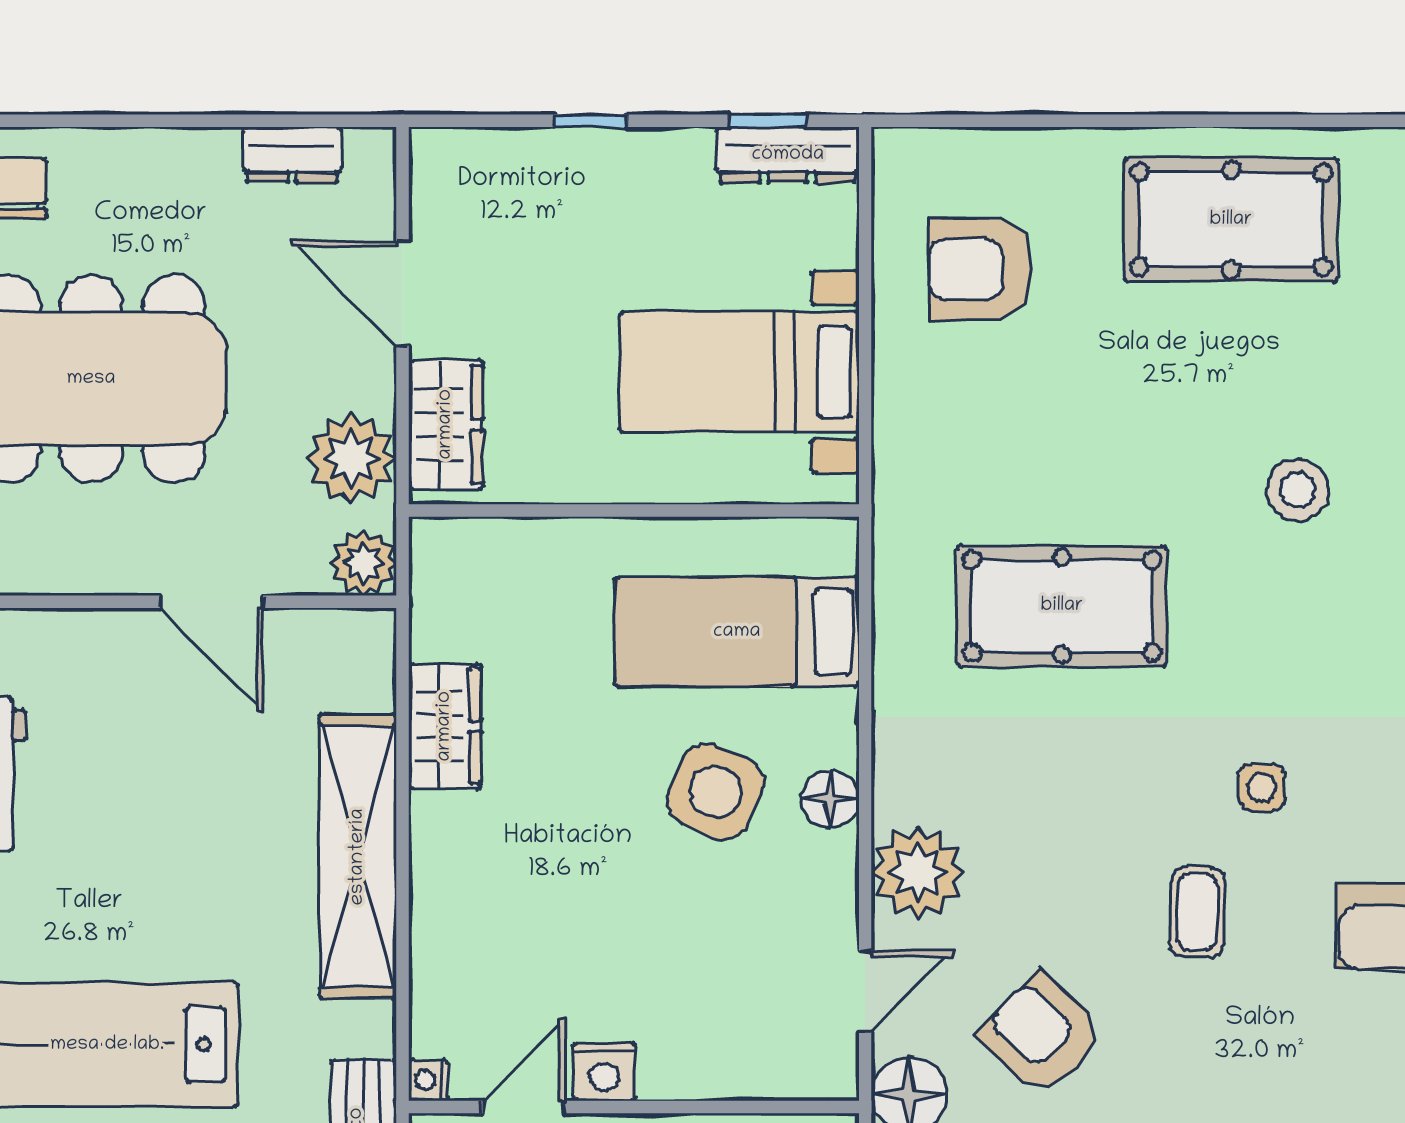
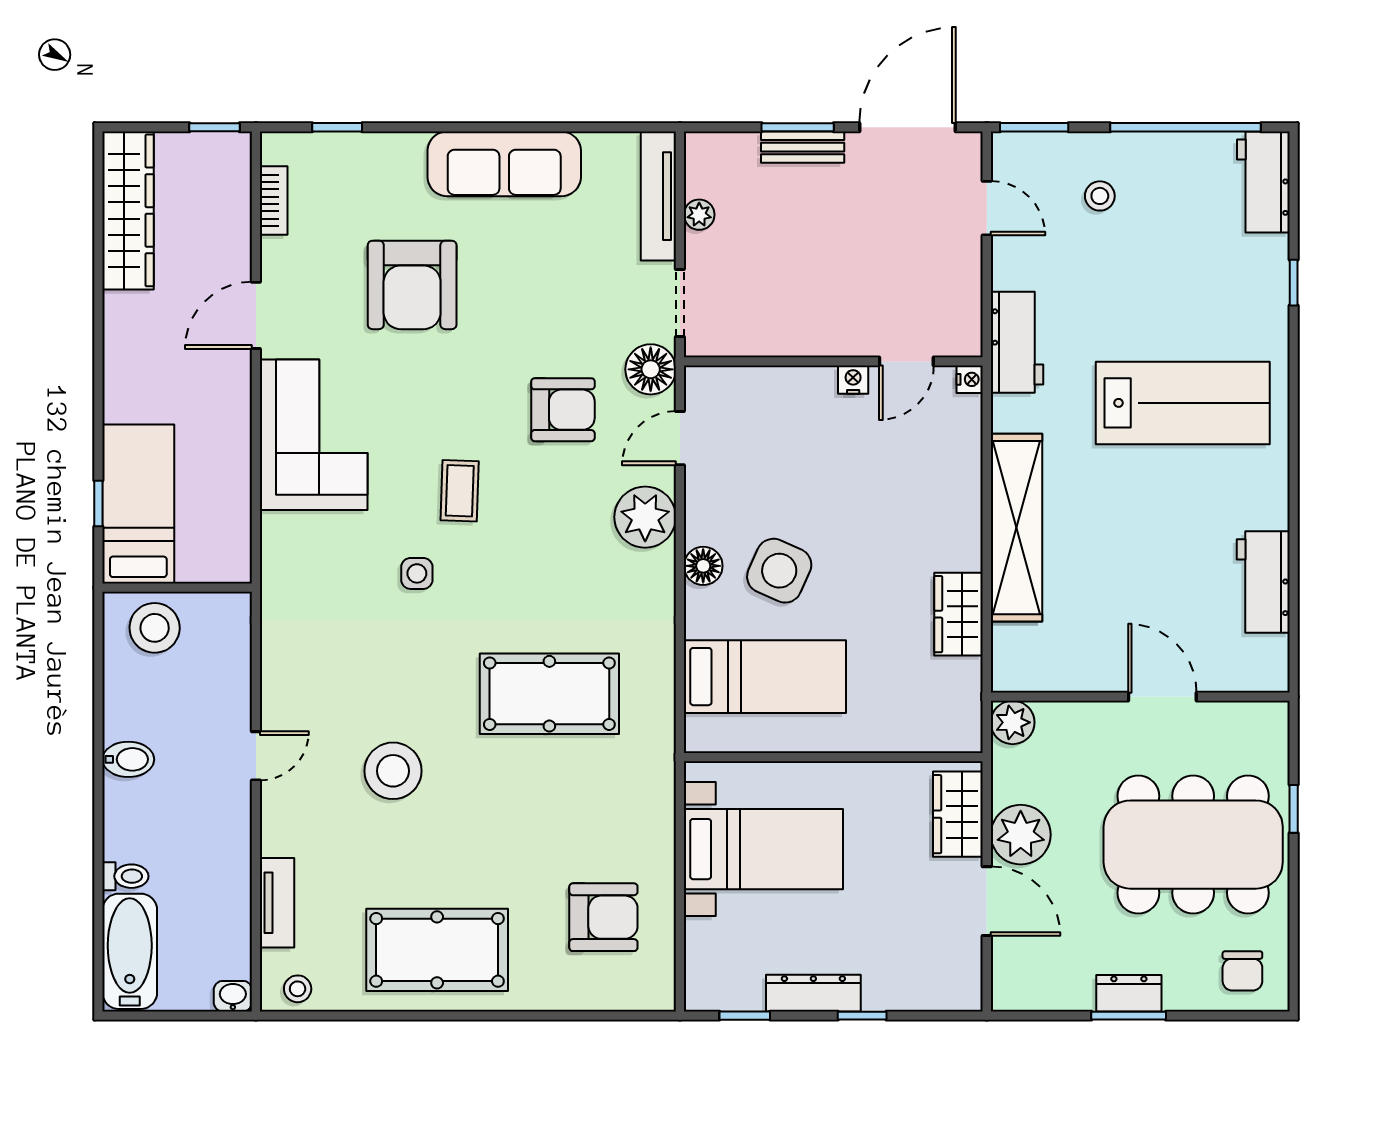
window: (188, 121) -> (1129, 1016), added
dresser: (292, 155) -> (1129, 993), moved
dresser: (788, 155) -> (813, 993), moved
plant: (351, 459) -> (1021, 835), moved
stool: (1298, 490) -> (393, 771), width x1.38, depth x1.38
door: (211, 602) -> (1162, 697), moved
armchair: (1041, 1034) -> (563, 410), turned -44
nightstand: (604, 1072) -> (853, 380), width x0.72, depth x0.74

